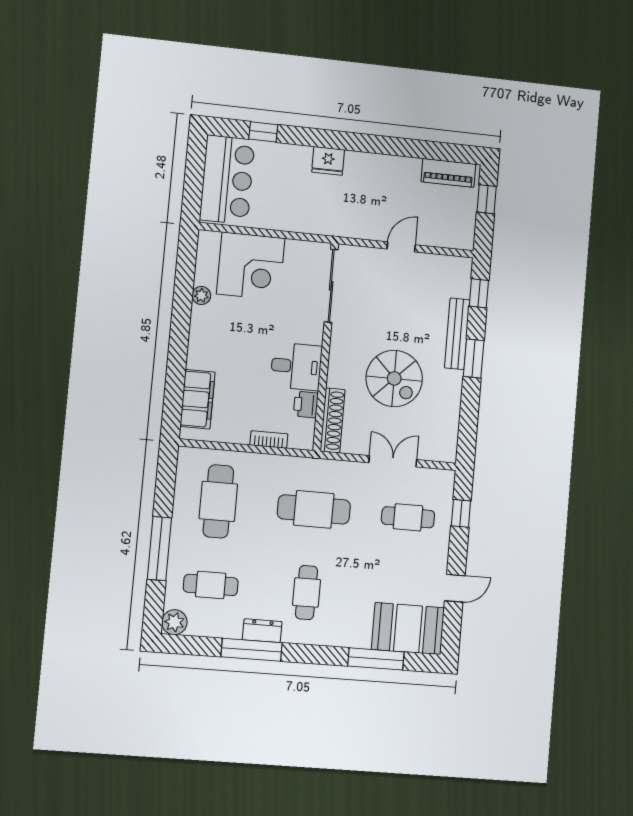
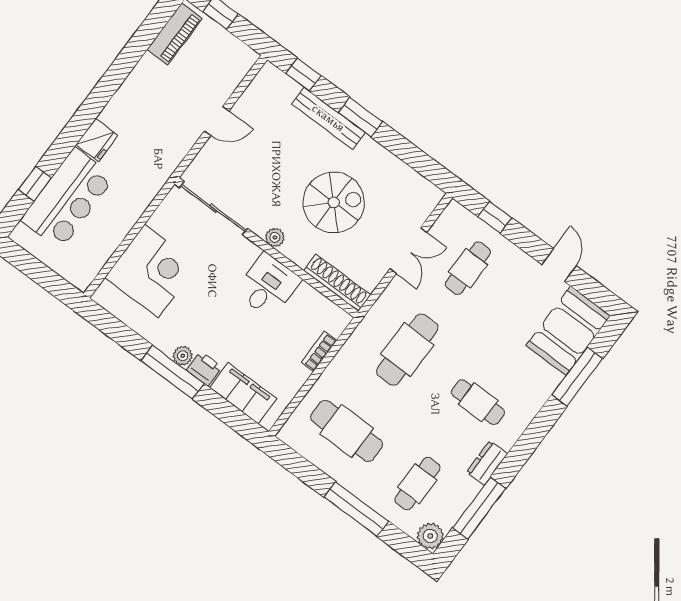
bar counter: (227, 180) -> (68, 199), moved, turned 90
door: (401, 247) -> (217, 121), swing flipped
plant: (201, 295) -> (183, 356), moved
window: (180, 332) -> (173, 372), added
plant: (338, 349) -> (275, 237), added
printer: (306, 405) -> (204, 369), moved, turned 180
double door: (393, 461) -> (408, 251), swing flipped
window: (252, 650) -> (479, 508), moved

